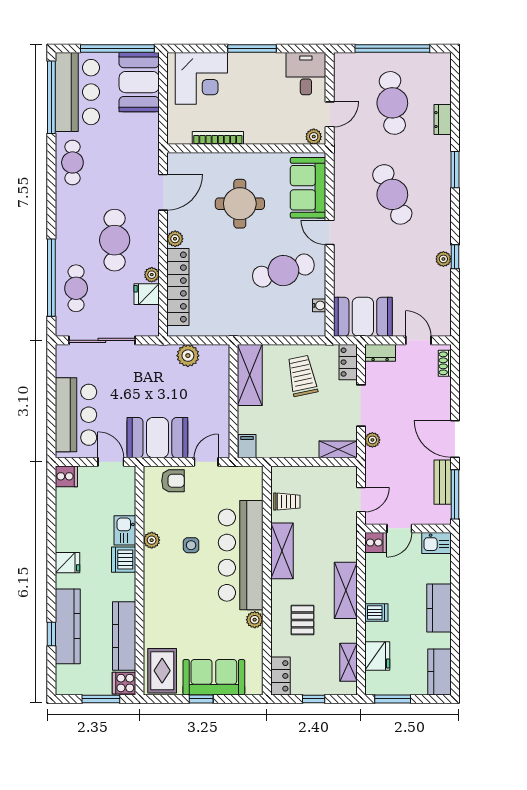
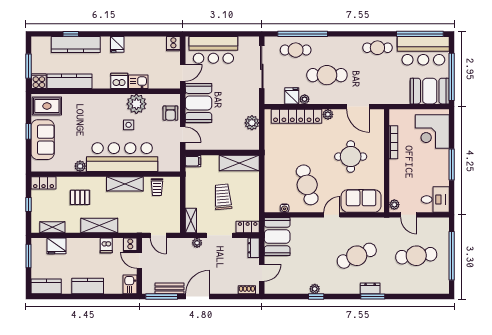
dresser: (443, 120) -> (370, 288), moved
trolley: (302, 376) -> (223, 197), moved, turned -83
plant: (152, 540) -> (136, 104), width x1.87, depth x1.87
dishwasher: (376, 613) -> (106, 245), moved

